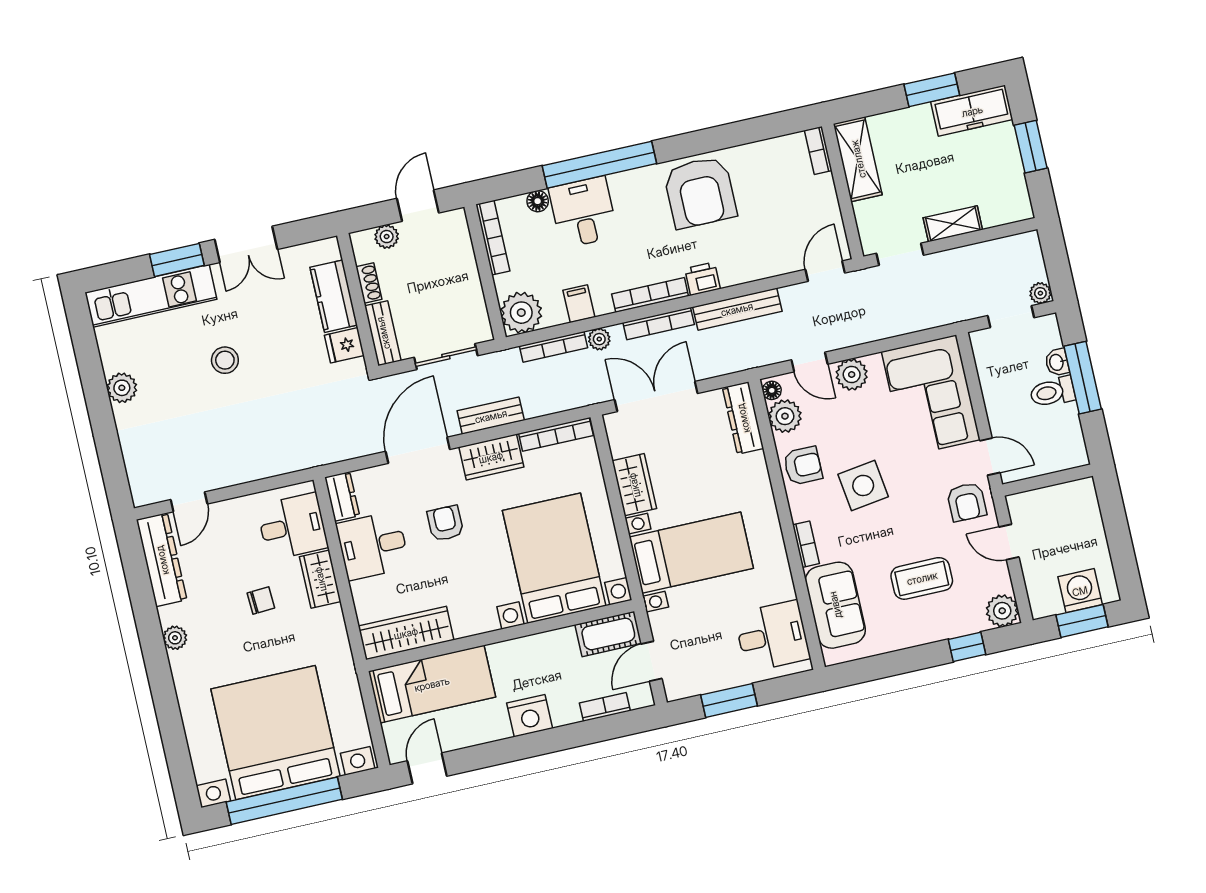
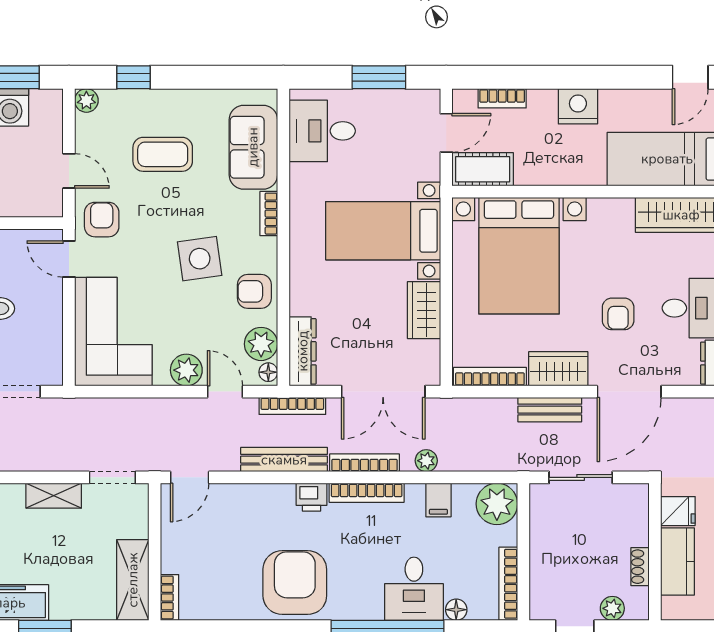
bench: (383, 333) -> (637, 514), removed
bookcase: (553, 347) -> (292, 406), moved, turned 180
plant: (1002, 611) -> (86, 100), width x0.73, depth x0.73

